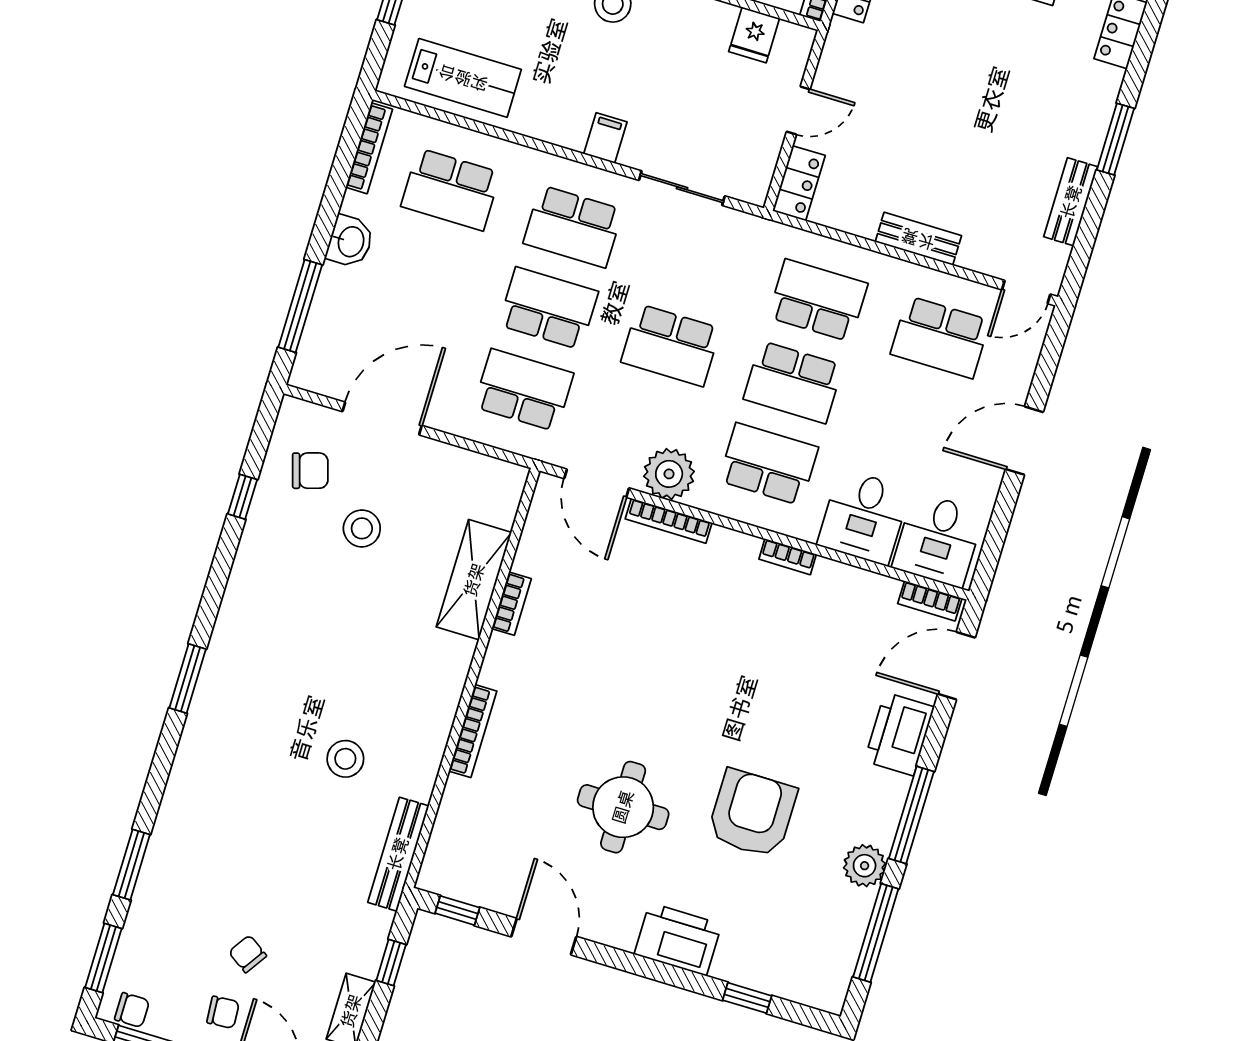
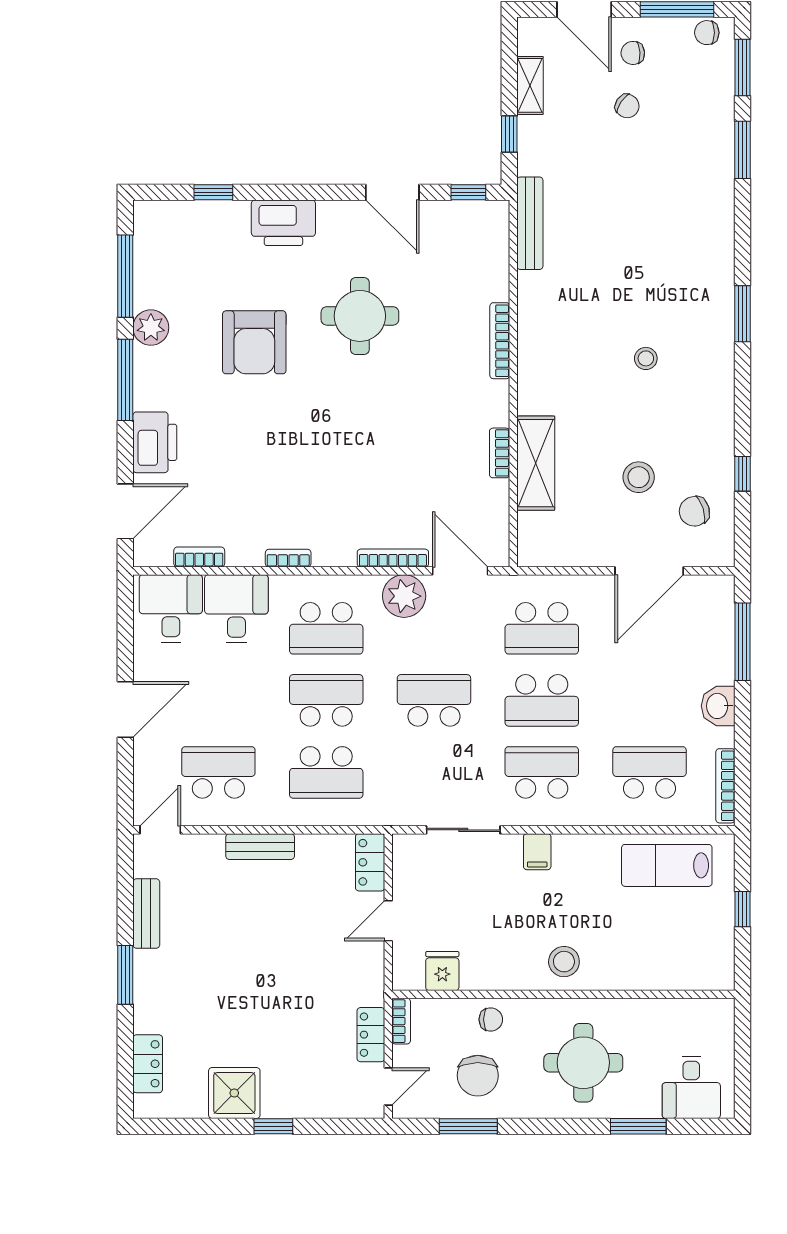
bookcase: (930, 601) -> (199, 557), moved
stool: (345, 759) -> (646, 358), moved, width x0.73, depth x0.73

